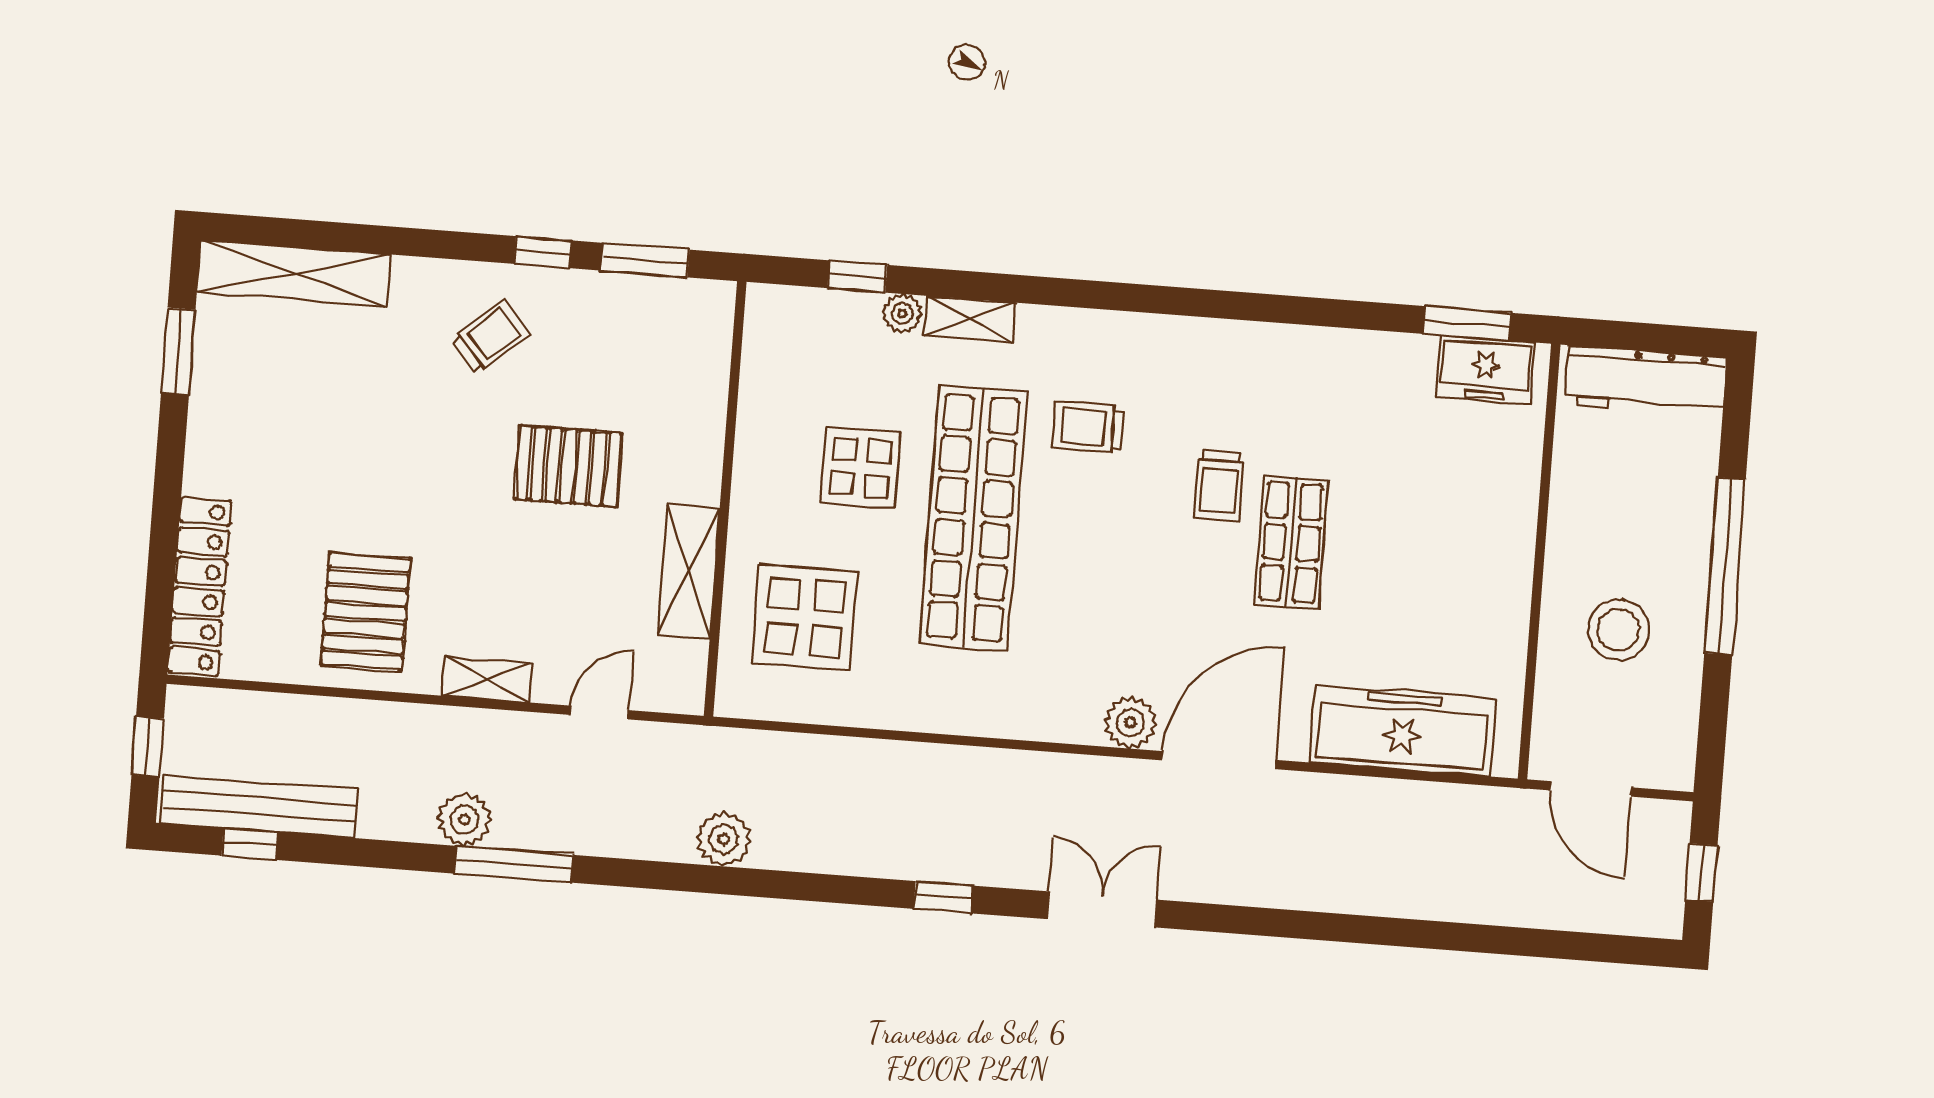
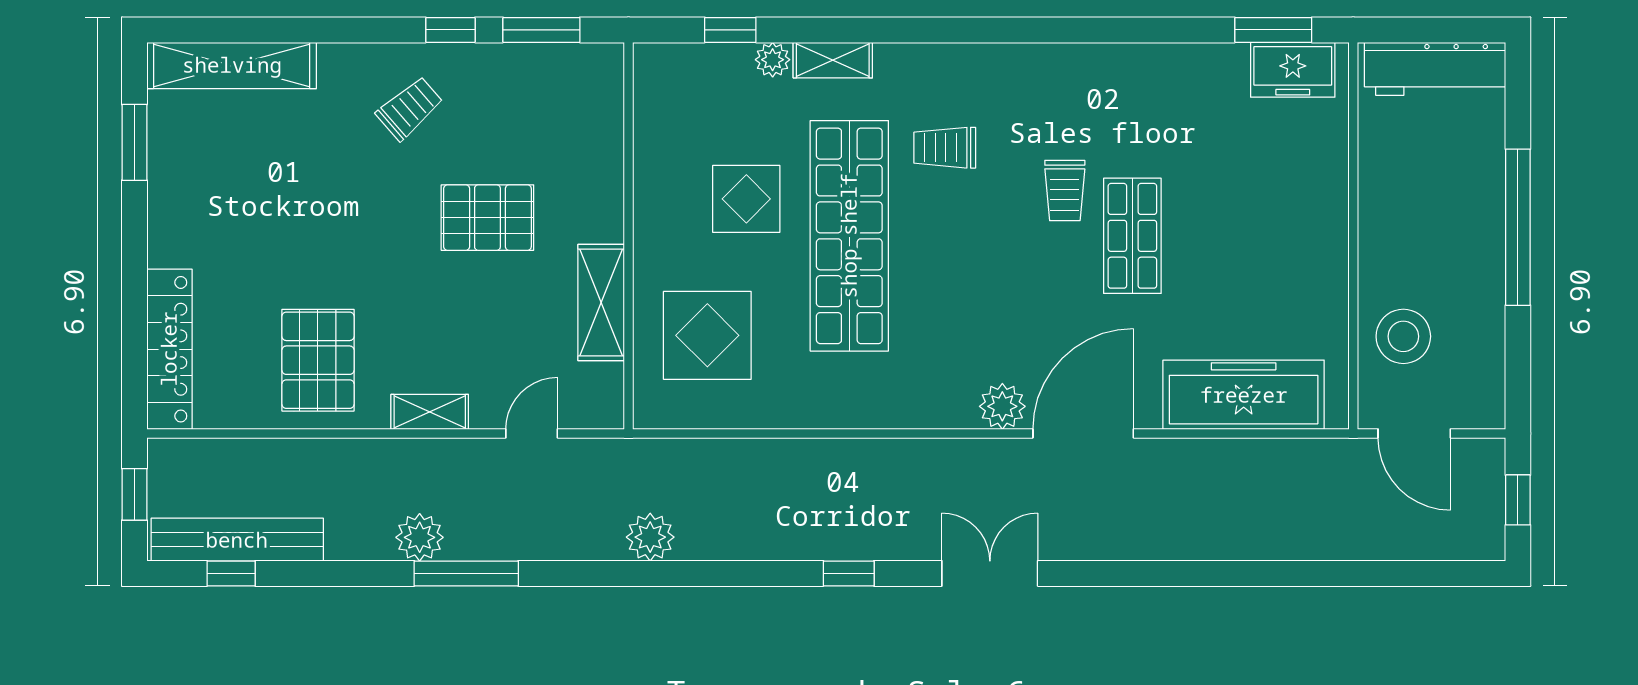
stool: (1618, 630) -> (1403, 336), moved

